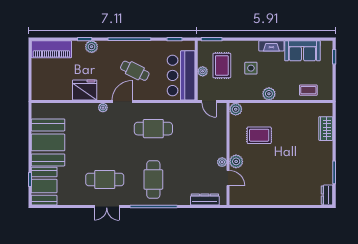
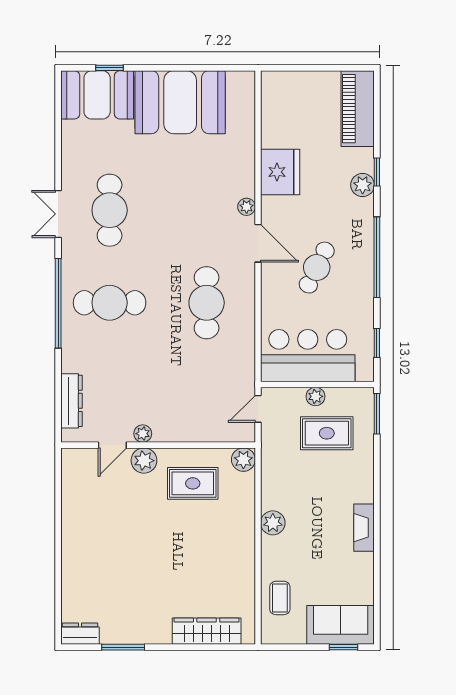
sofa: (302, 51) -> (341, 625), moved, turned 90
side table: (251, 68) -> (322, 489), removed
wardrobe: (326, 129) -> (207, 631), width x1.50
rug: (259, 135) -> (193, 483), moved, turned 90

